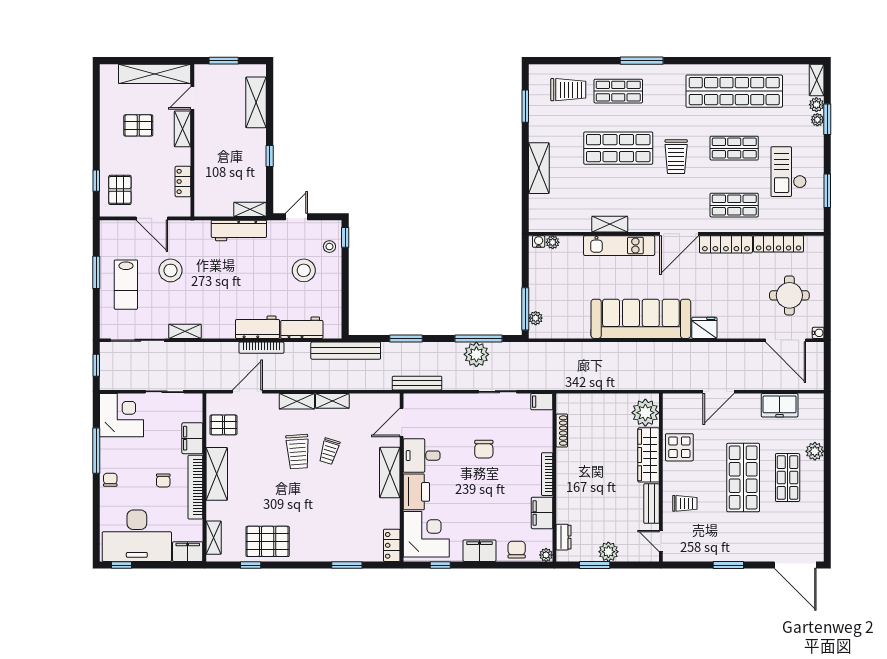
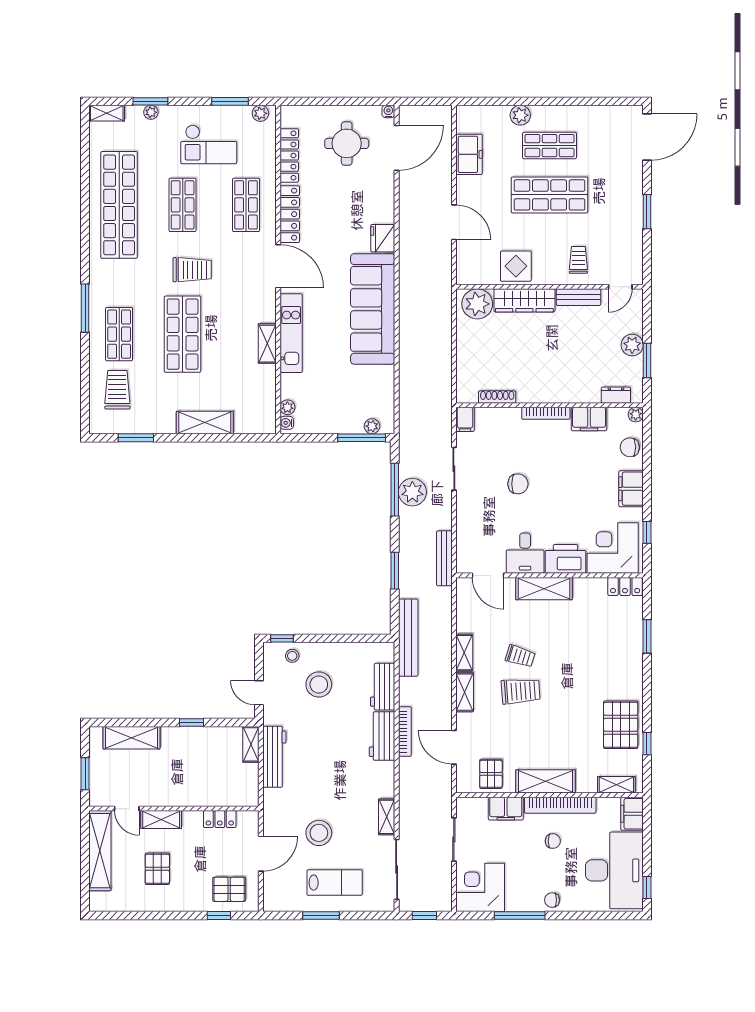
plant: (816, 105) -> (260, 113), moved

